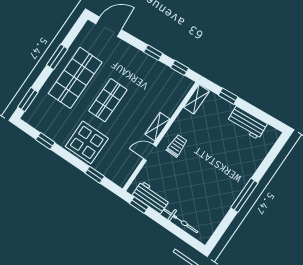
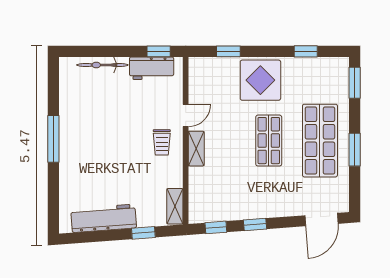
workbench: (247, 123) -> (104, 218), width x1.38

